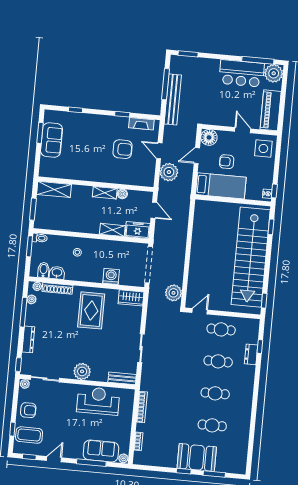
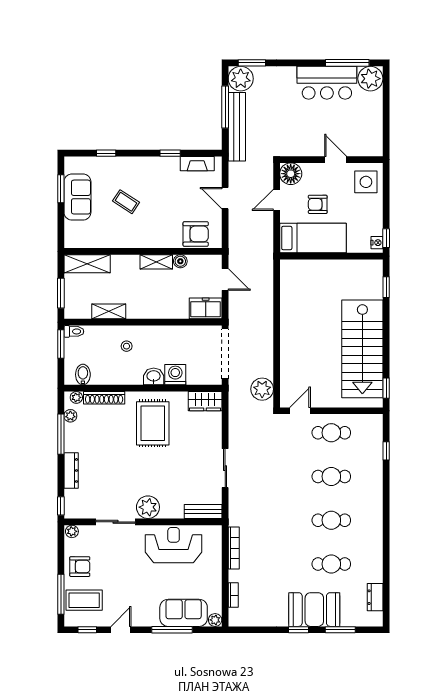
piano: (271, 110) -> (371, 129), removed
coffee table: (87, 147) -> (126, 202), added
armchair: (123, 149) -> (196, 234), moved
plant: (169, 172) -> (241, 79), moved
shelving: (112, 230) -> (109, 311), moved
stairs: (251, 257) -> (362, 349), width x0.73
washbasin: (57, 273) -> (154, 376), moved
dresser: (251, 354) -> (375, 597), moved
sliding door: (45, 379) -> (115, 522), moved
window: (12, 429) -> (61, 594), width x2.17

